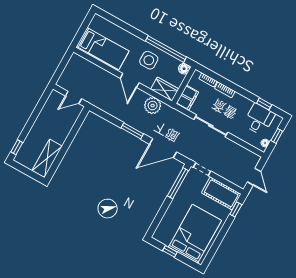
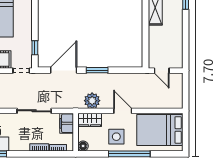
bed: (103, 49) -> (160, 130), width x1.50
window: (166, 49) -> (129, 154), moved
door: (73, 97) -> (162, 71), swing flipped
window: (178, 183) -> (35, 48), width x0.46

